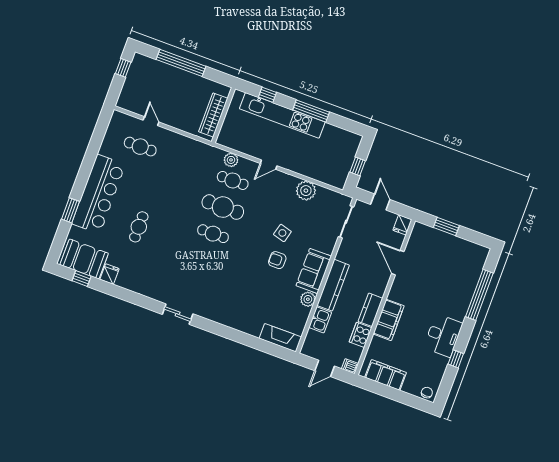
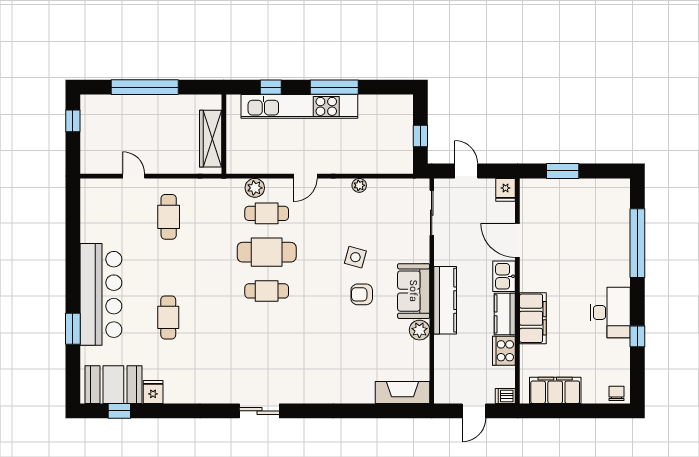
cafe table: (140, 147) -> (169, 217), moved, turned 90
plant: (306, 191) -> (359, 185), width x0.53, depth x0.53
kitchen sink: (320, 320) -> (504, 276), moved, turned 180

